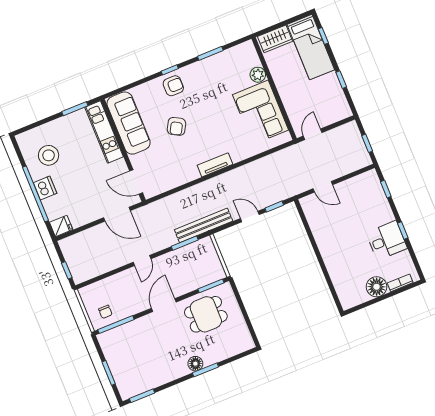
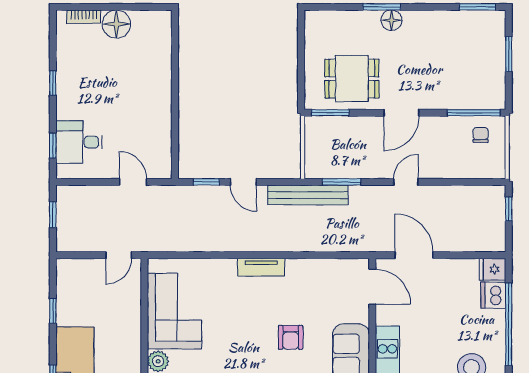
armchair: (176, 126) -> (291, 337), turned 151
dishwasher: (45, 188) -> (493, 295), moved
desk: (387, 240) -> (79, 142), moved

